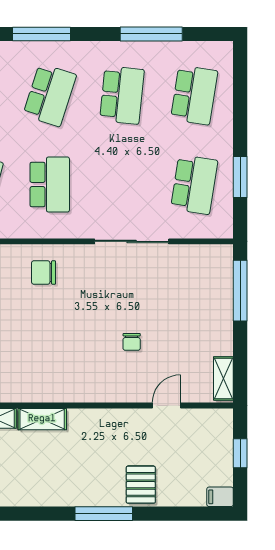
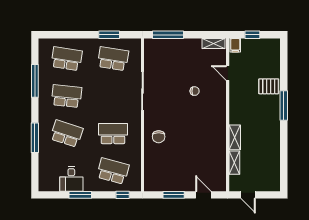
filing cabinet: (220, 497) -> (235, 45), moved

